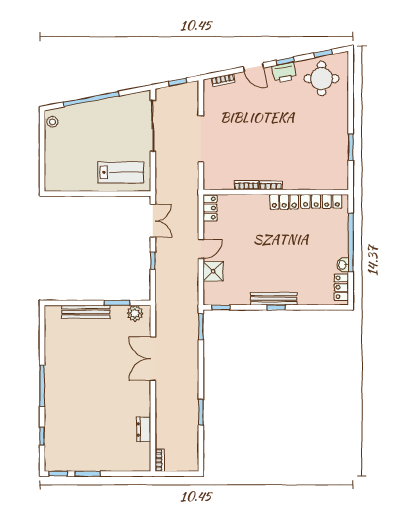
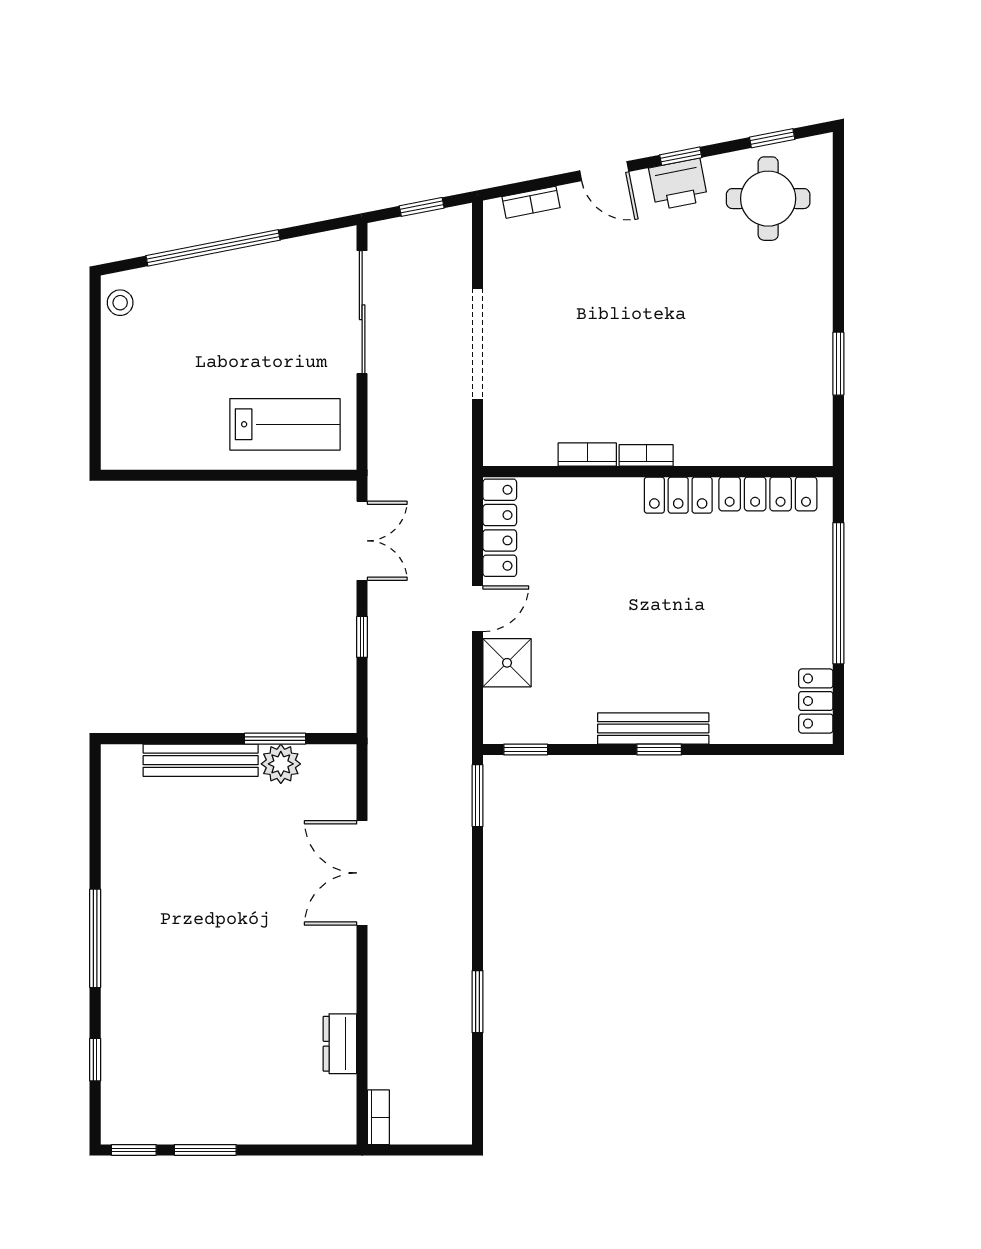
locker: (210, 208) -> (500, 528), width x1.53
washbasin: (343, 265) -> (819, 647), removed
plant: (135, 313) -> (281, 764), moved

